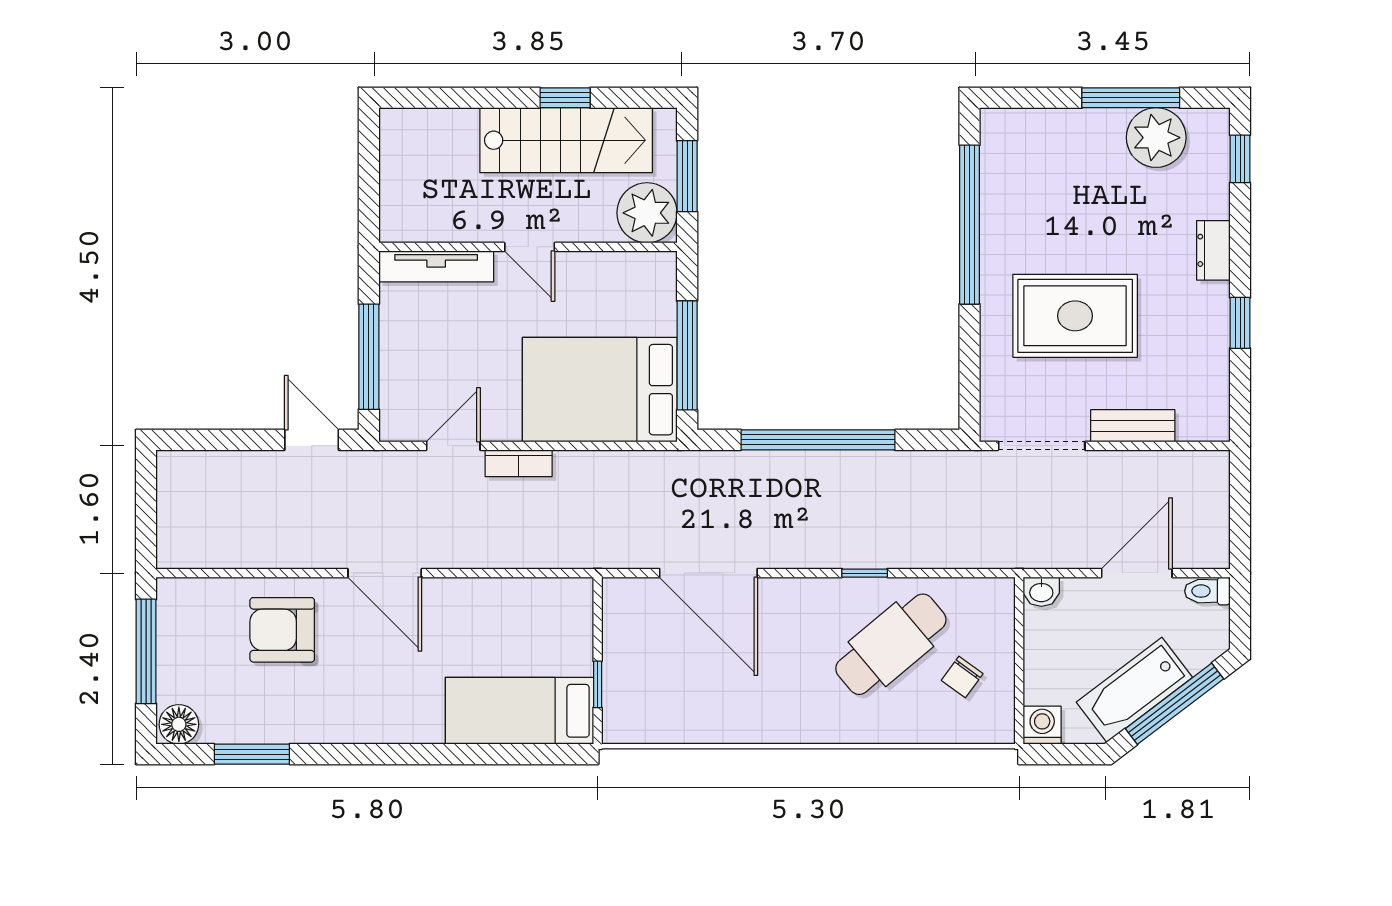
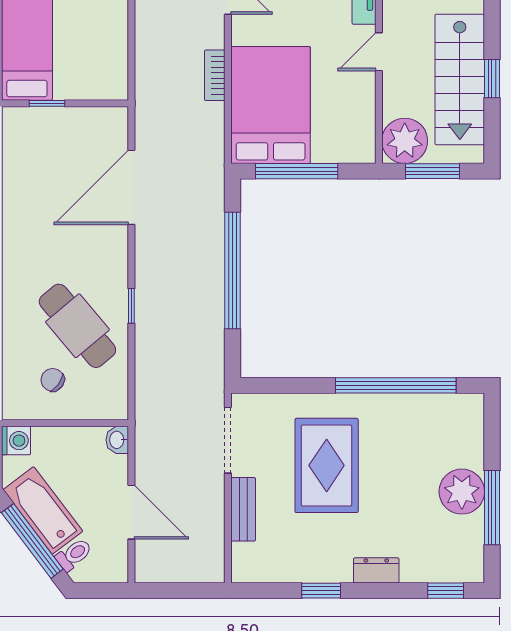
plant: (1156, 138) -> (462, 492), moved
bookcase: (519, 463) -> (215, 75), moved
toilet: (1207, 591) -> (74, 555), moved, turned 53

